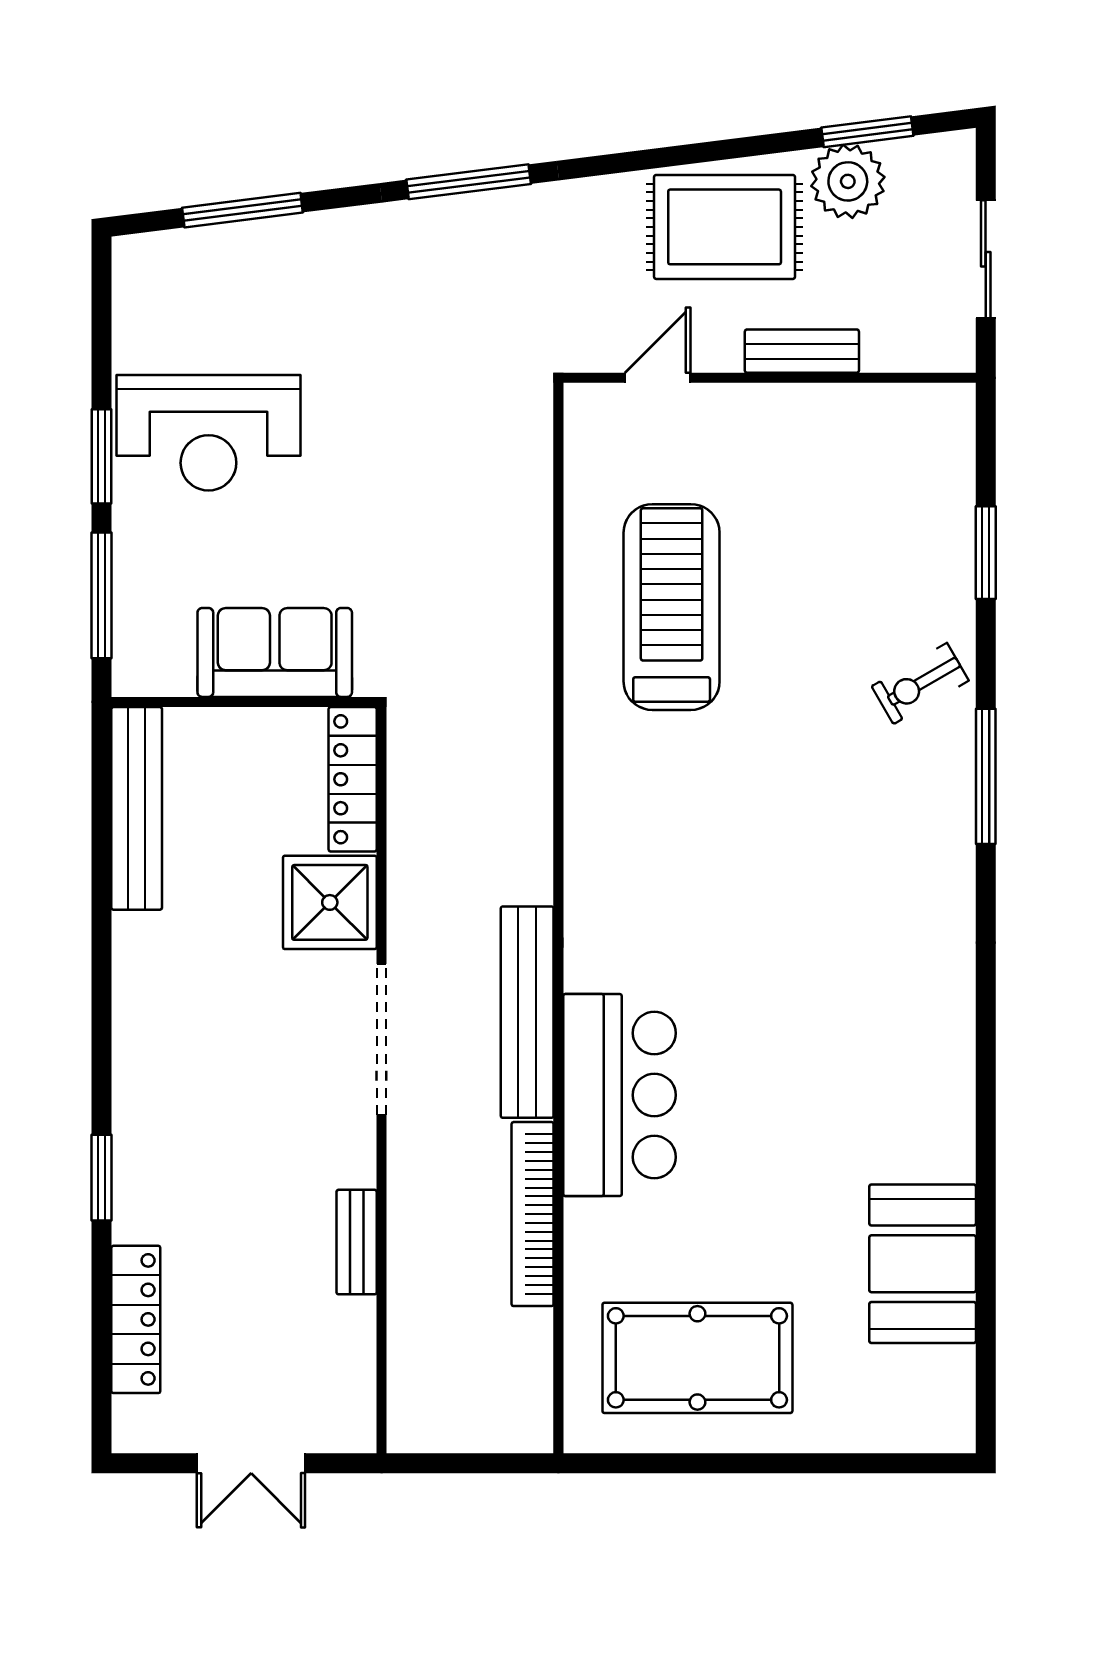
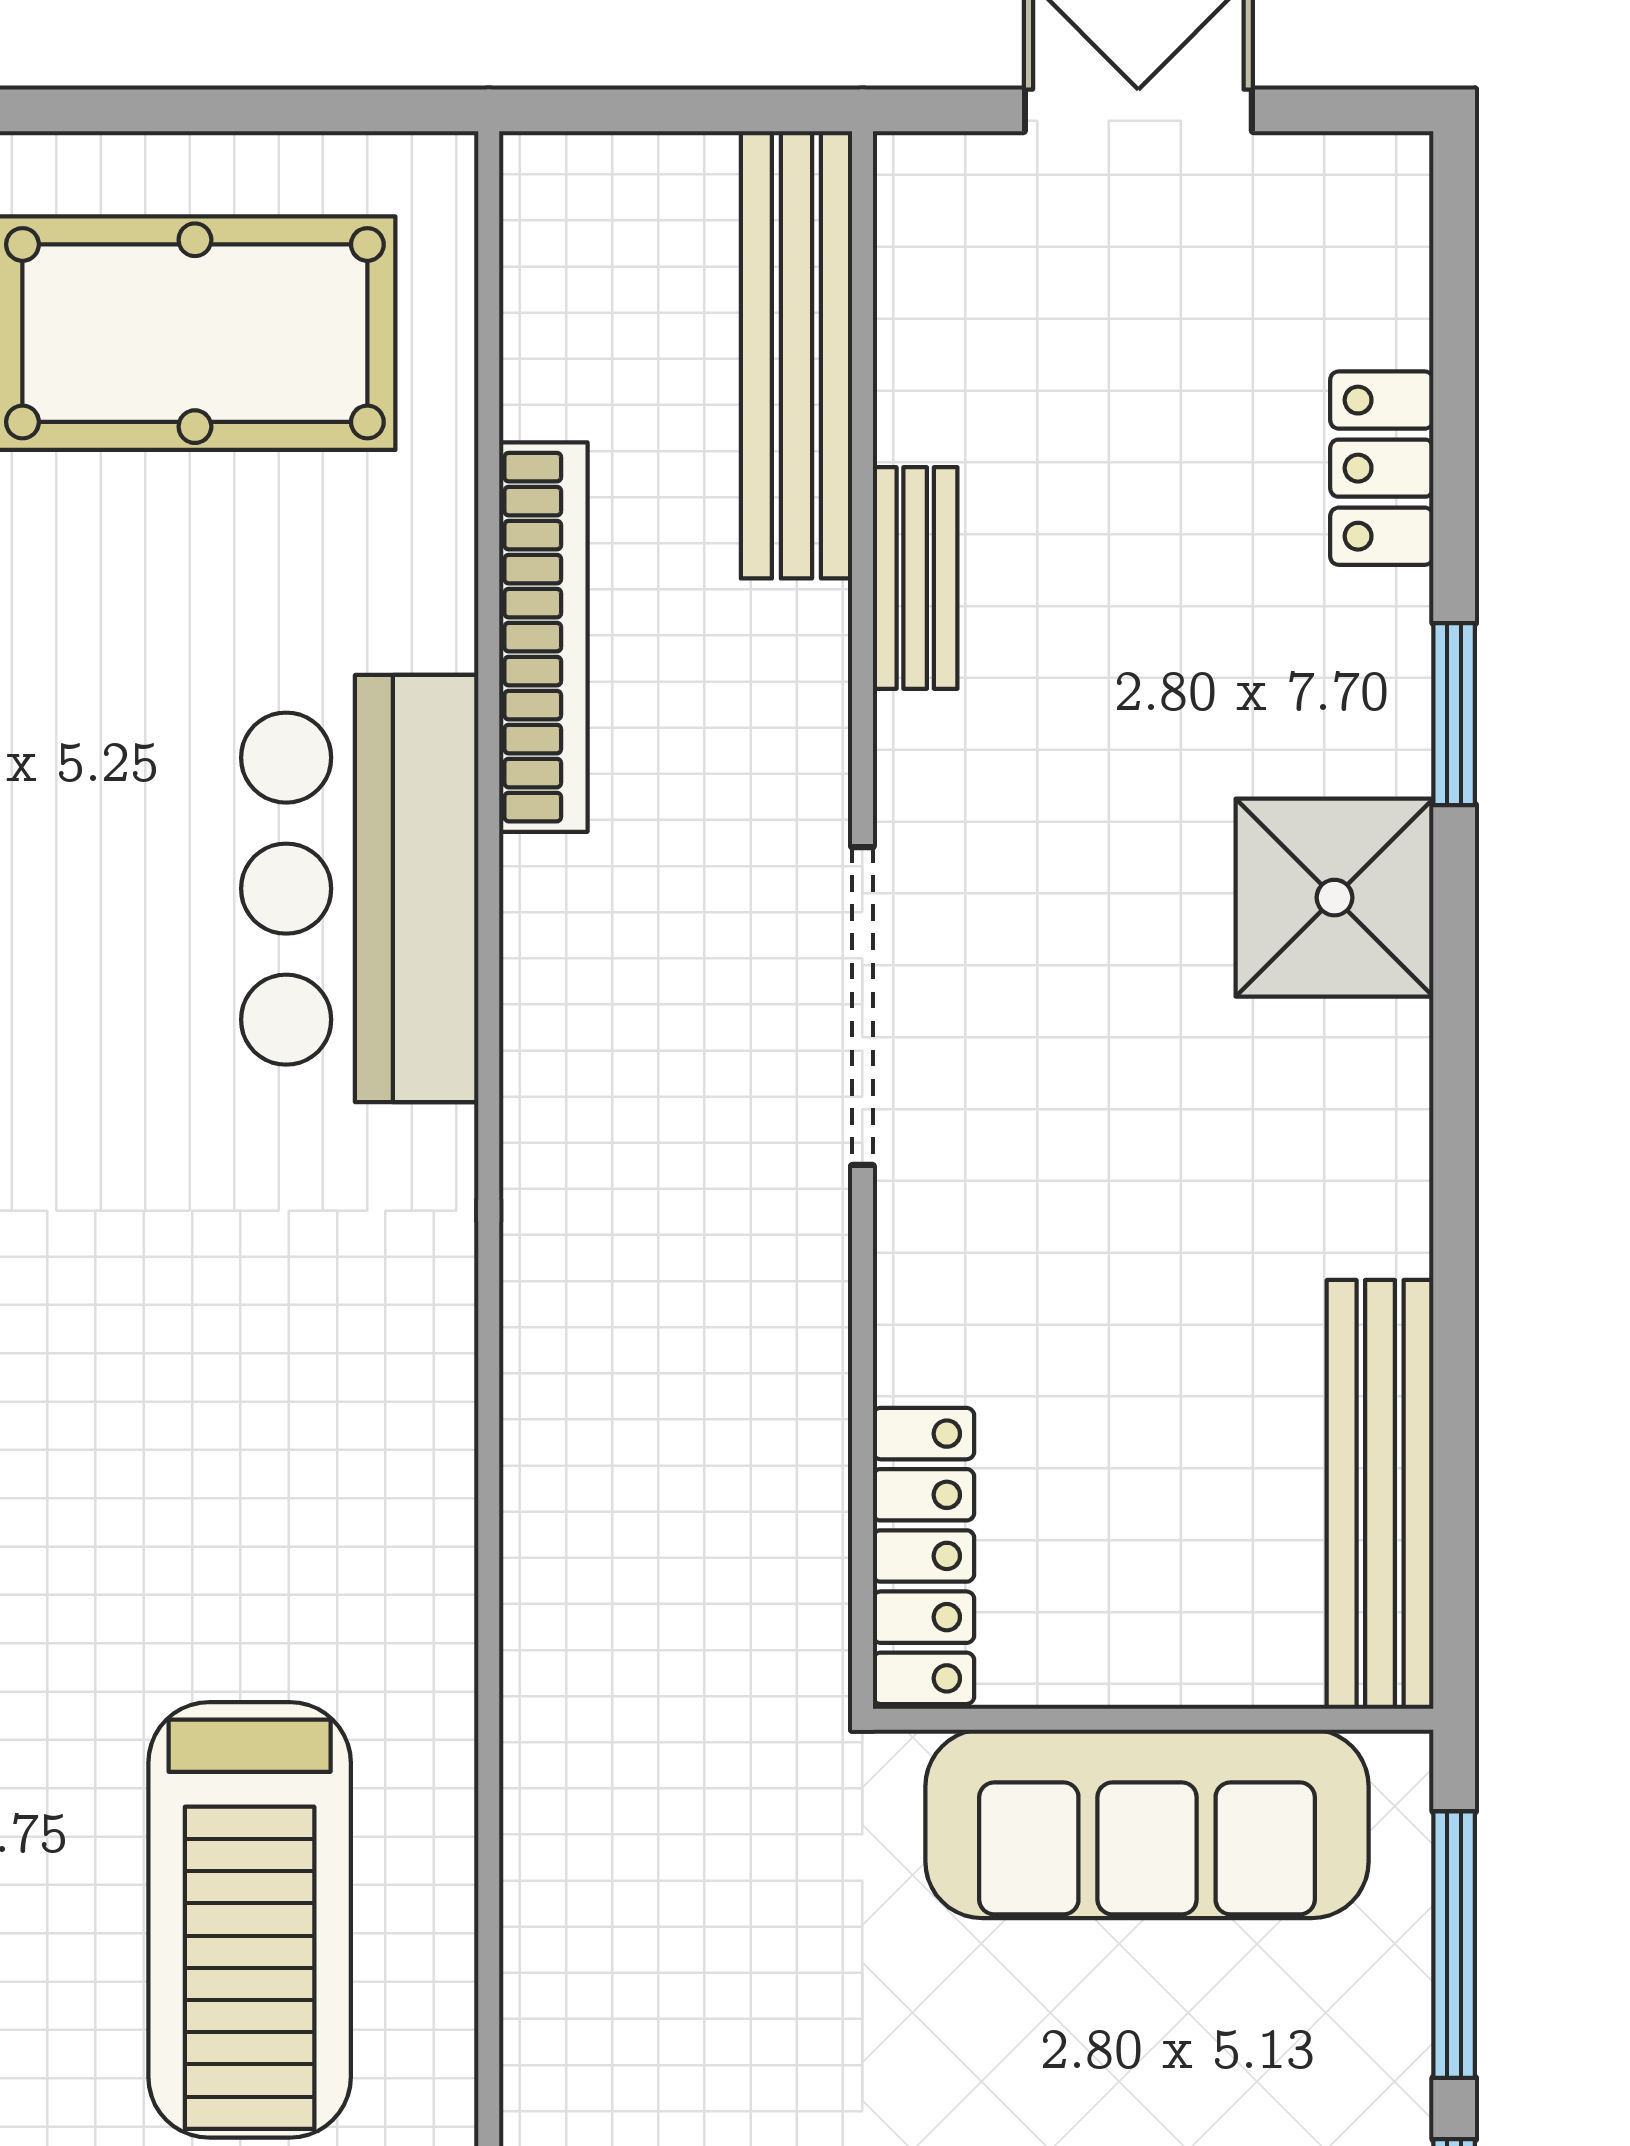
sofa: (275, 652) -> (1147, 1824), width x1.36
shower: (330, 902) -> (1334, 898), moved
bench: (527, 1012) -> (796, 355), moved
locker: (136, 1319) -> (1382, 468), width x0.66

